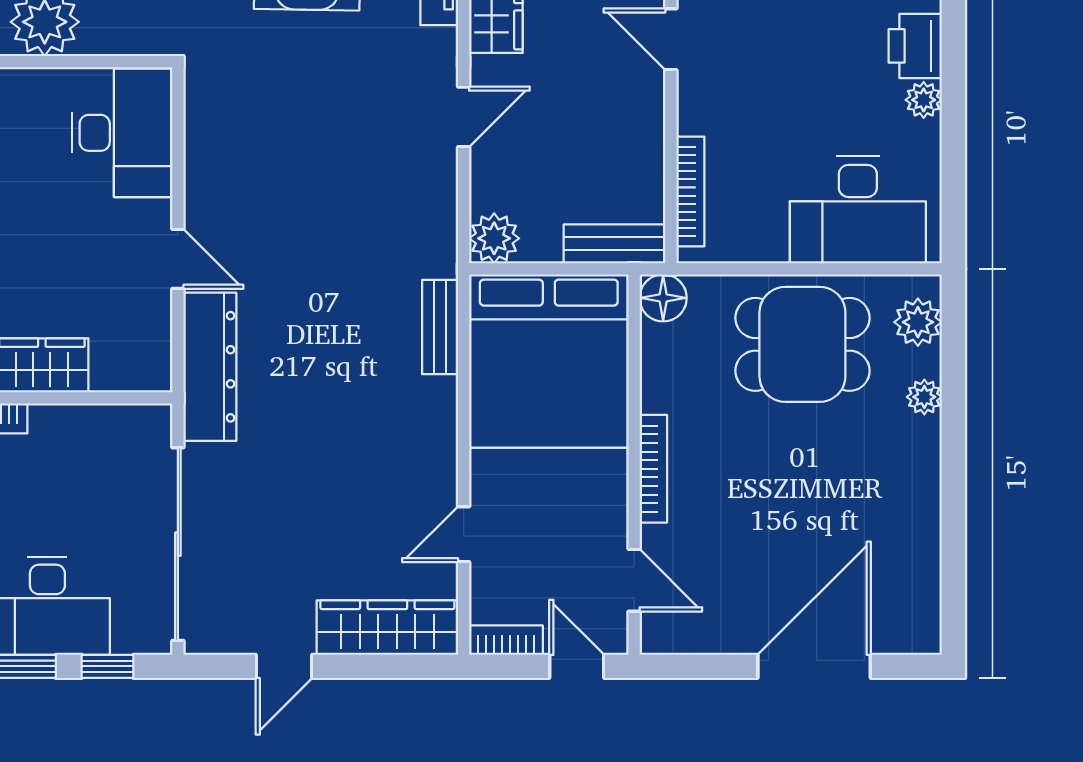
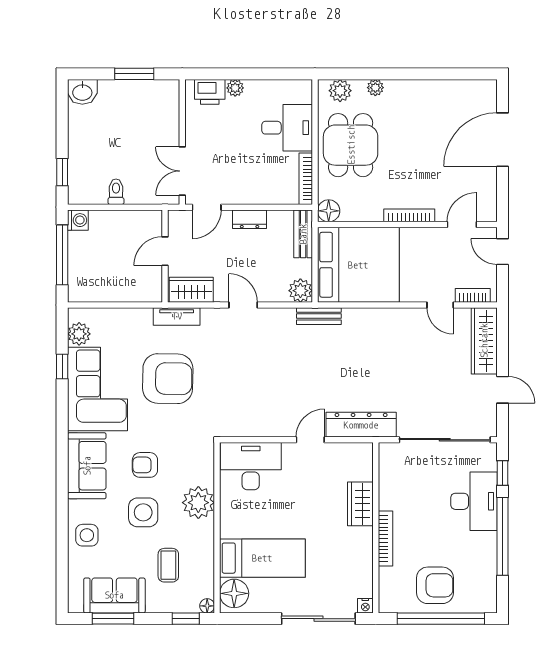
dresser: (645, 130) -> (250, 219), added
bookcase: (690, 191) -> (306, 179), moved, turned -90
desk: (858, 210) -> (287, 128), width x0.73
bench: (440, 327) -> (319, 316), moved
bookcase: (506, 640) -> (473, 295), moved, turned 90
door: (577, 666) -> (502, 252), hinge flipped
door: (814, 666) -> (502, 140), hinge flipped

